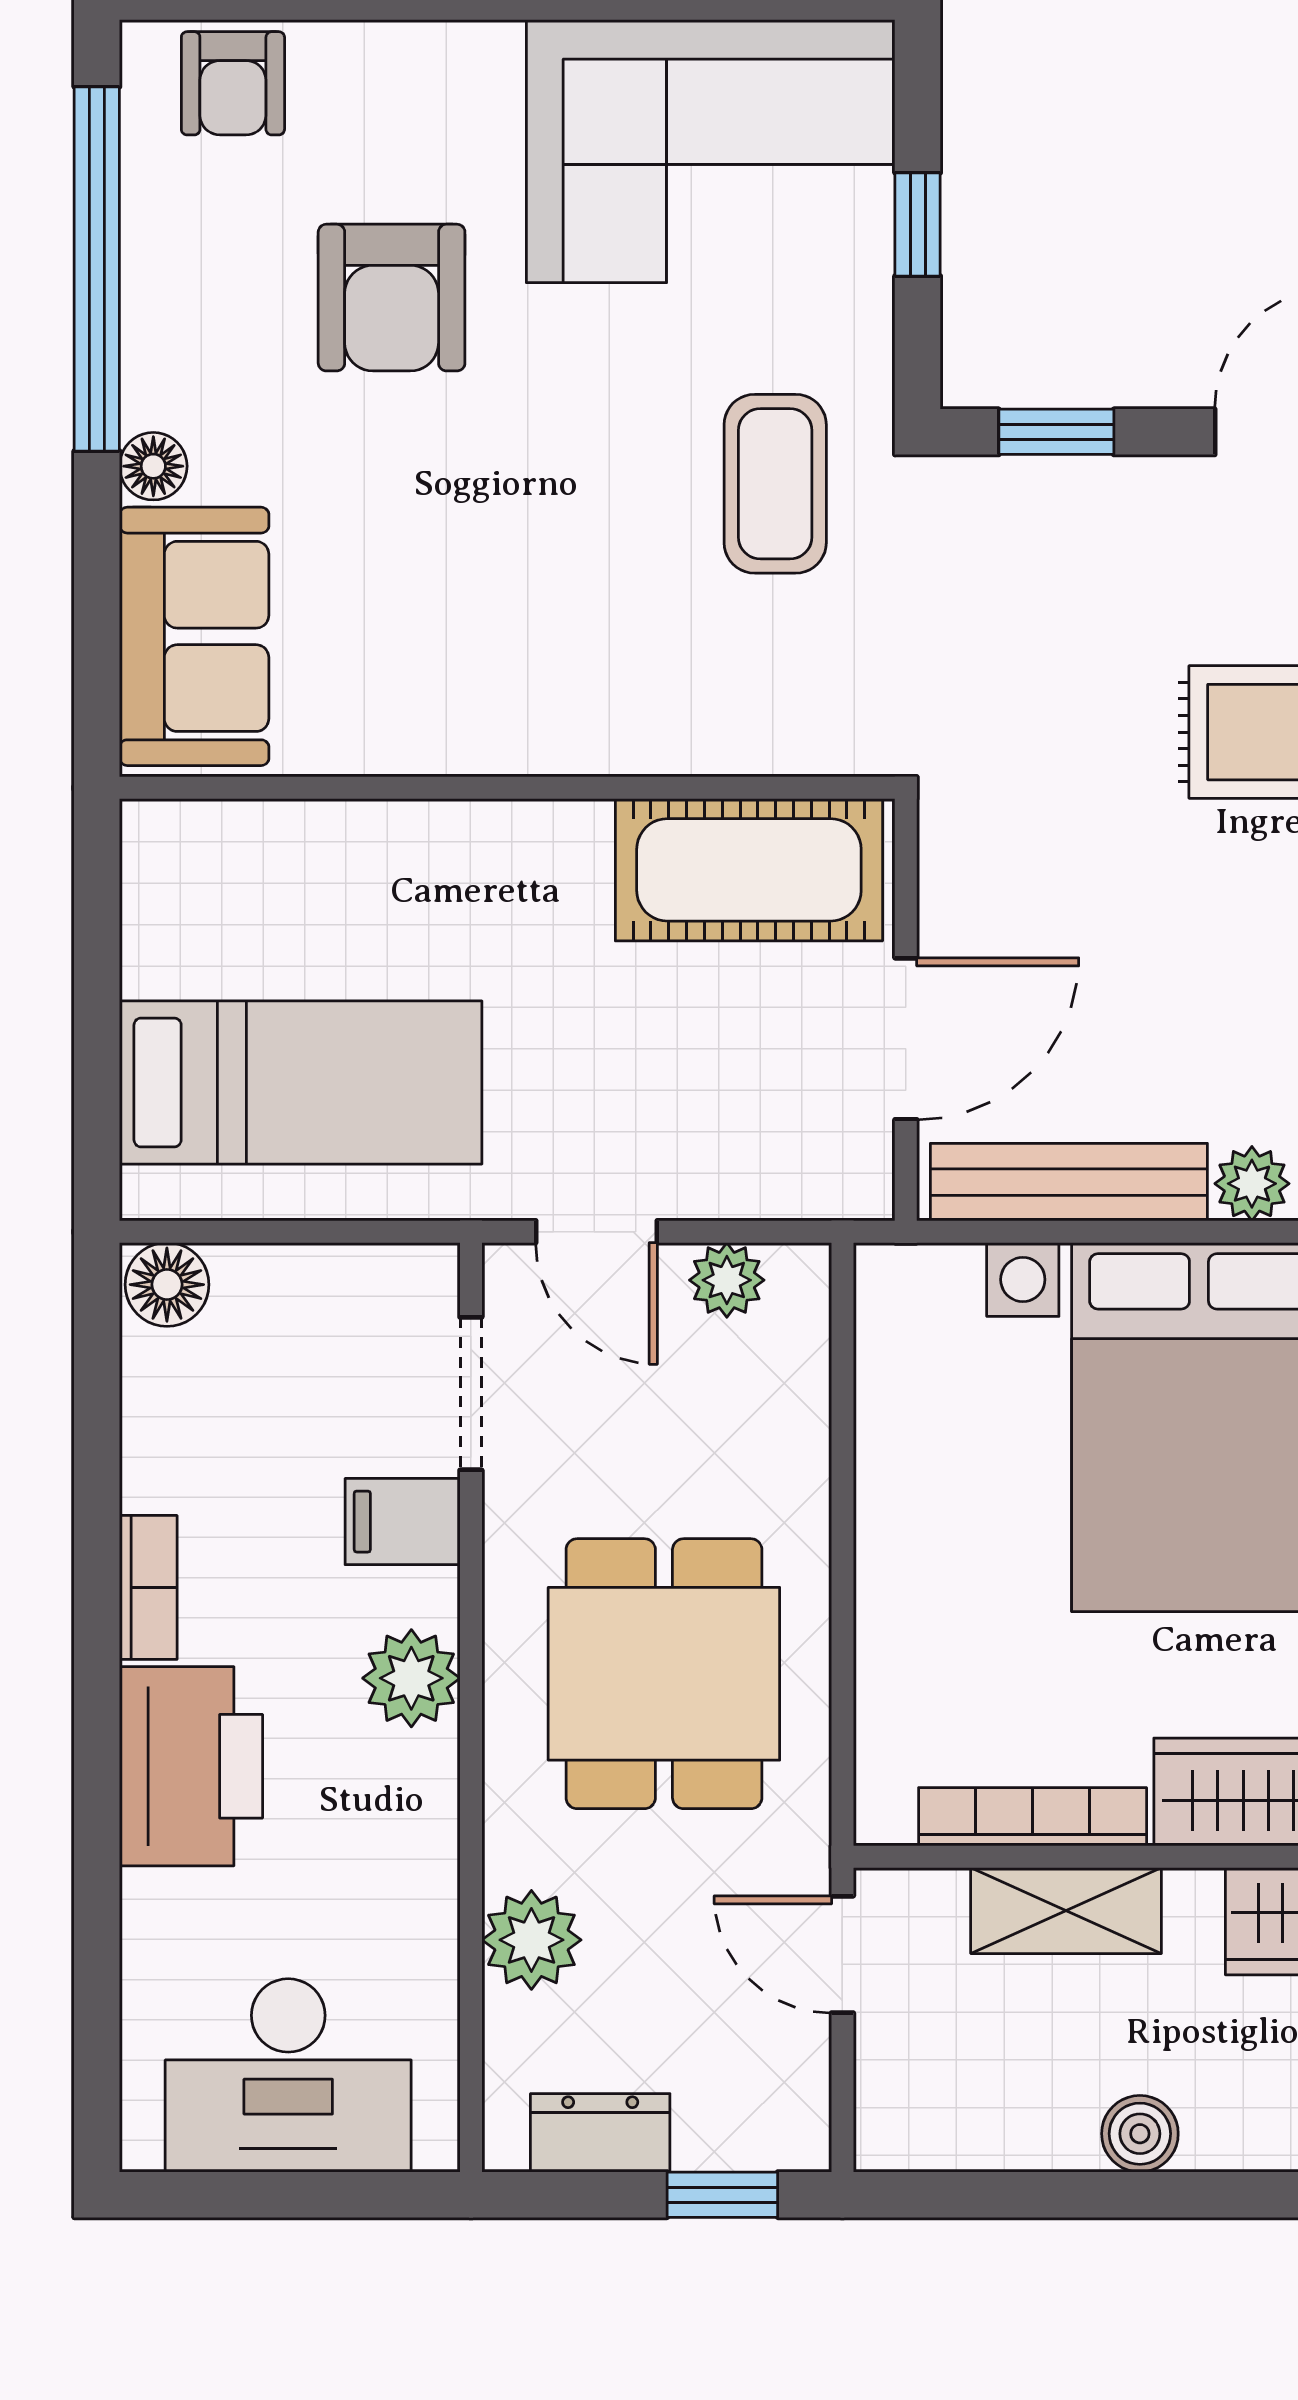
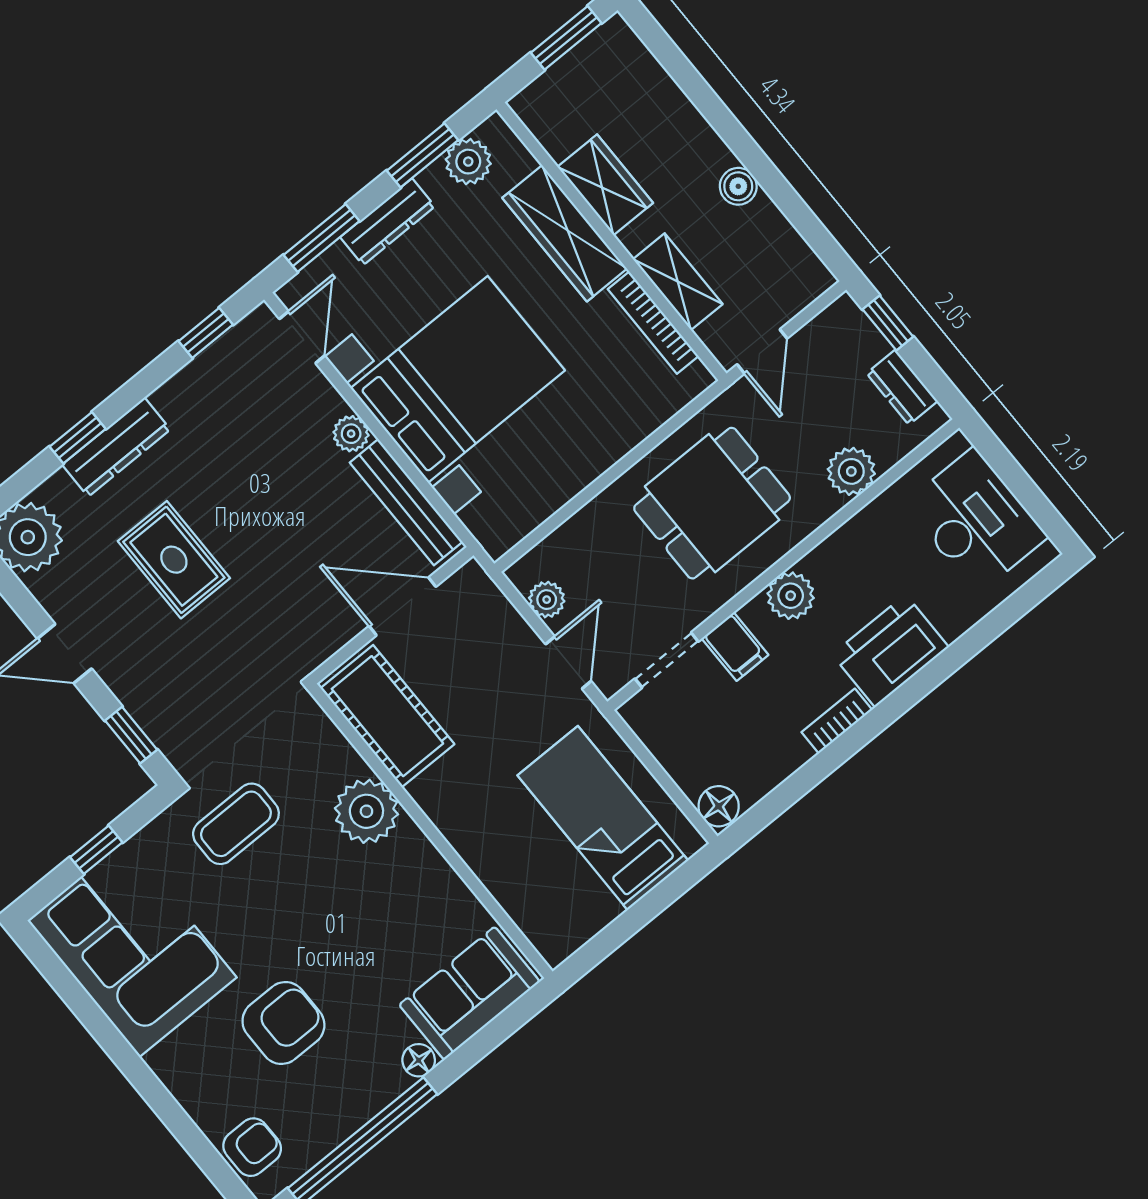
plant: (623, 711) -> (366, 811), added

